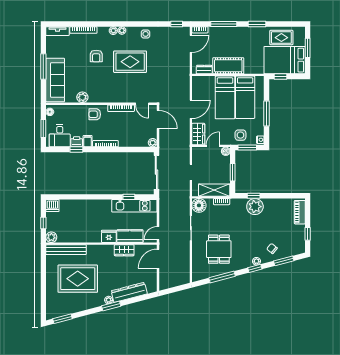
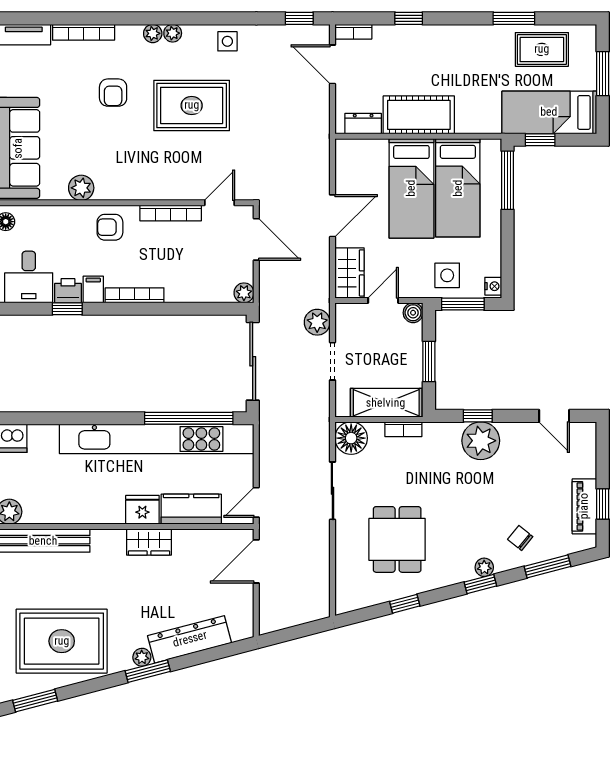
window: (224, 24) -> (409, 18), width x0.46
window: (257, 24) -> (514, 18), moved
door: (191, 44) -> (332, 64), swing flipped
bed: (285, 60) -> (549, 112), width x0.67
door: (142, 104) -> (219, 203), swing flipped
window: (267, 113) -> (507, 180), moved
plant: (184, 155) -> (317, 322), added
door: (287, 196) -> (554, 416), added
window: (129, 197) -> (189, 418), width x3.17
kitchen unit: (134, 206) -> (157, 439), width x1.86
piano: (300, 212) -> (584, 506), moved
wardrobe: (124, 250) -> (149, 542), moved
window: (222, 277) -> (405, 604), width x0.46
rug: (78, 279) -> (62, 641), moved

